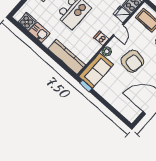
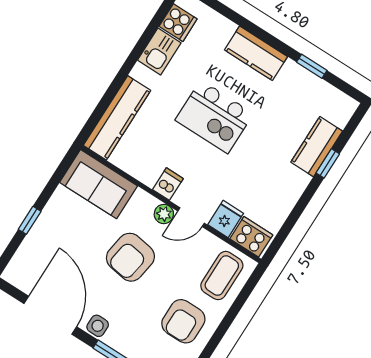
plant: (107, 51) -> (164, 214), moved
window: (86, 86) -> (30, 220), moved

